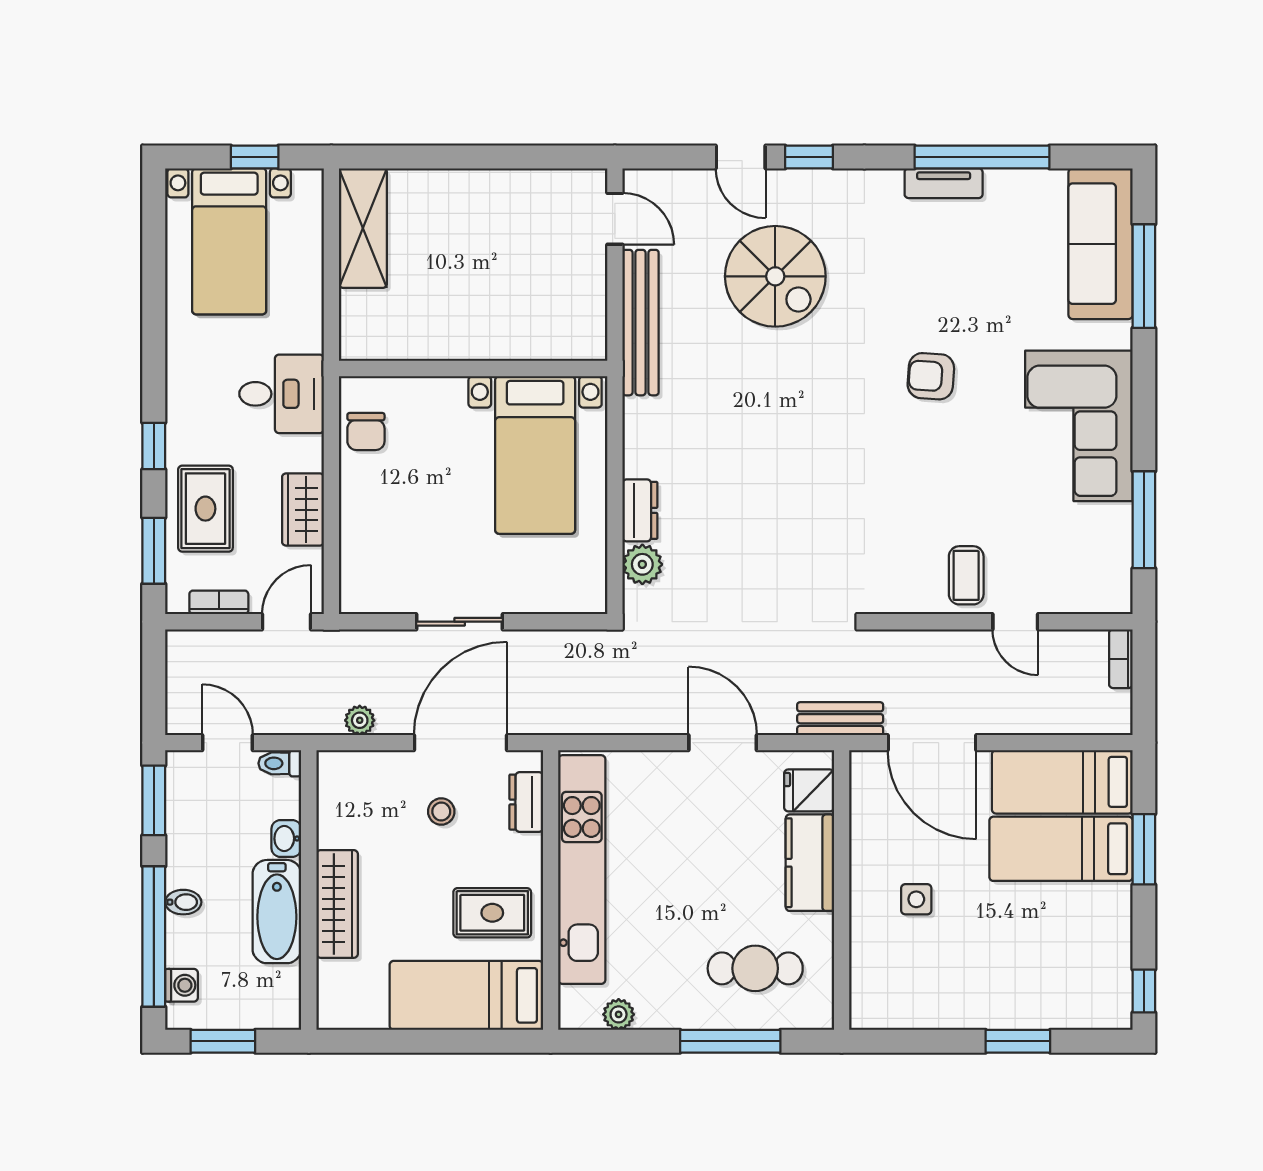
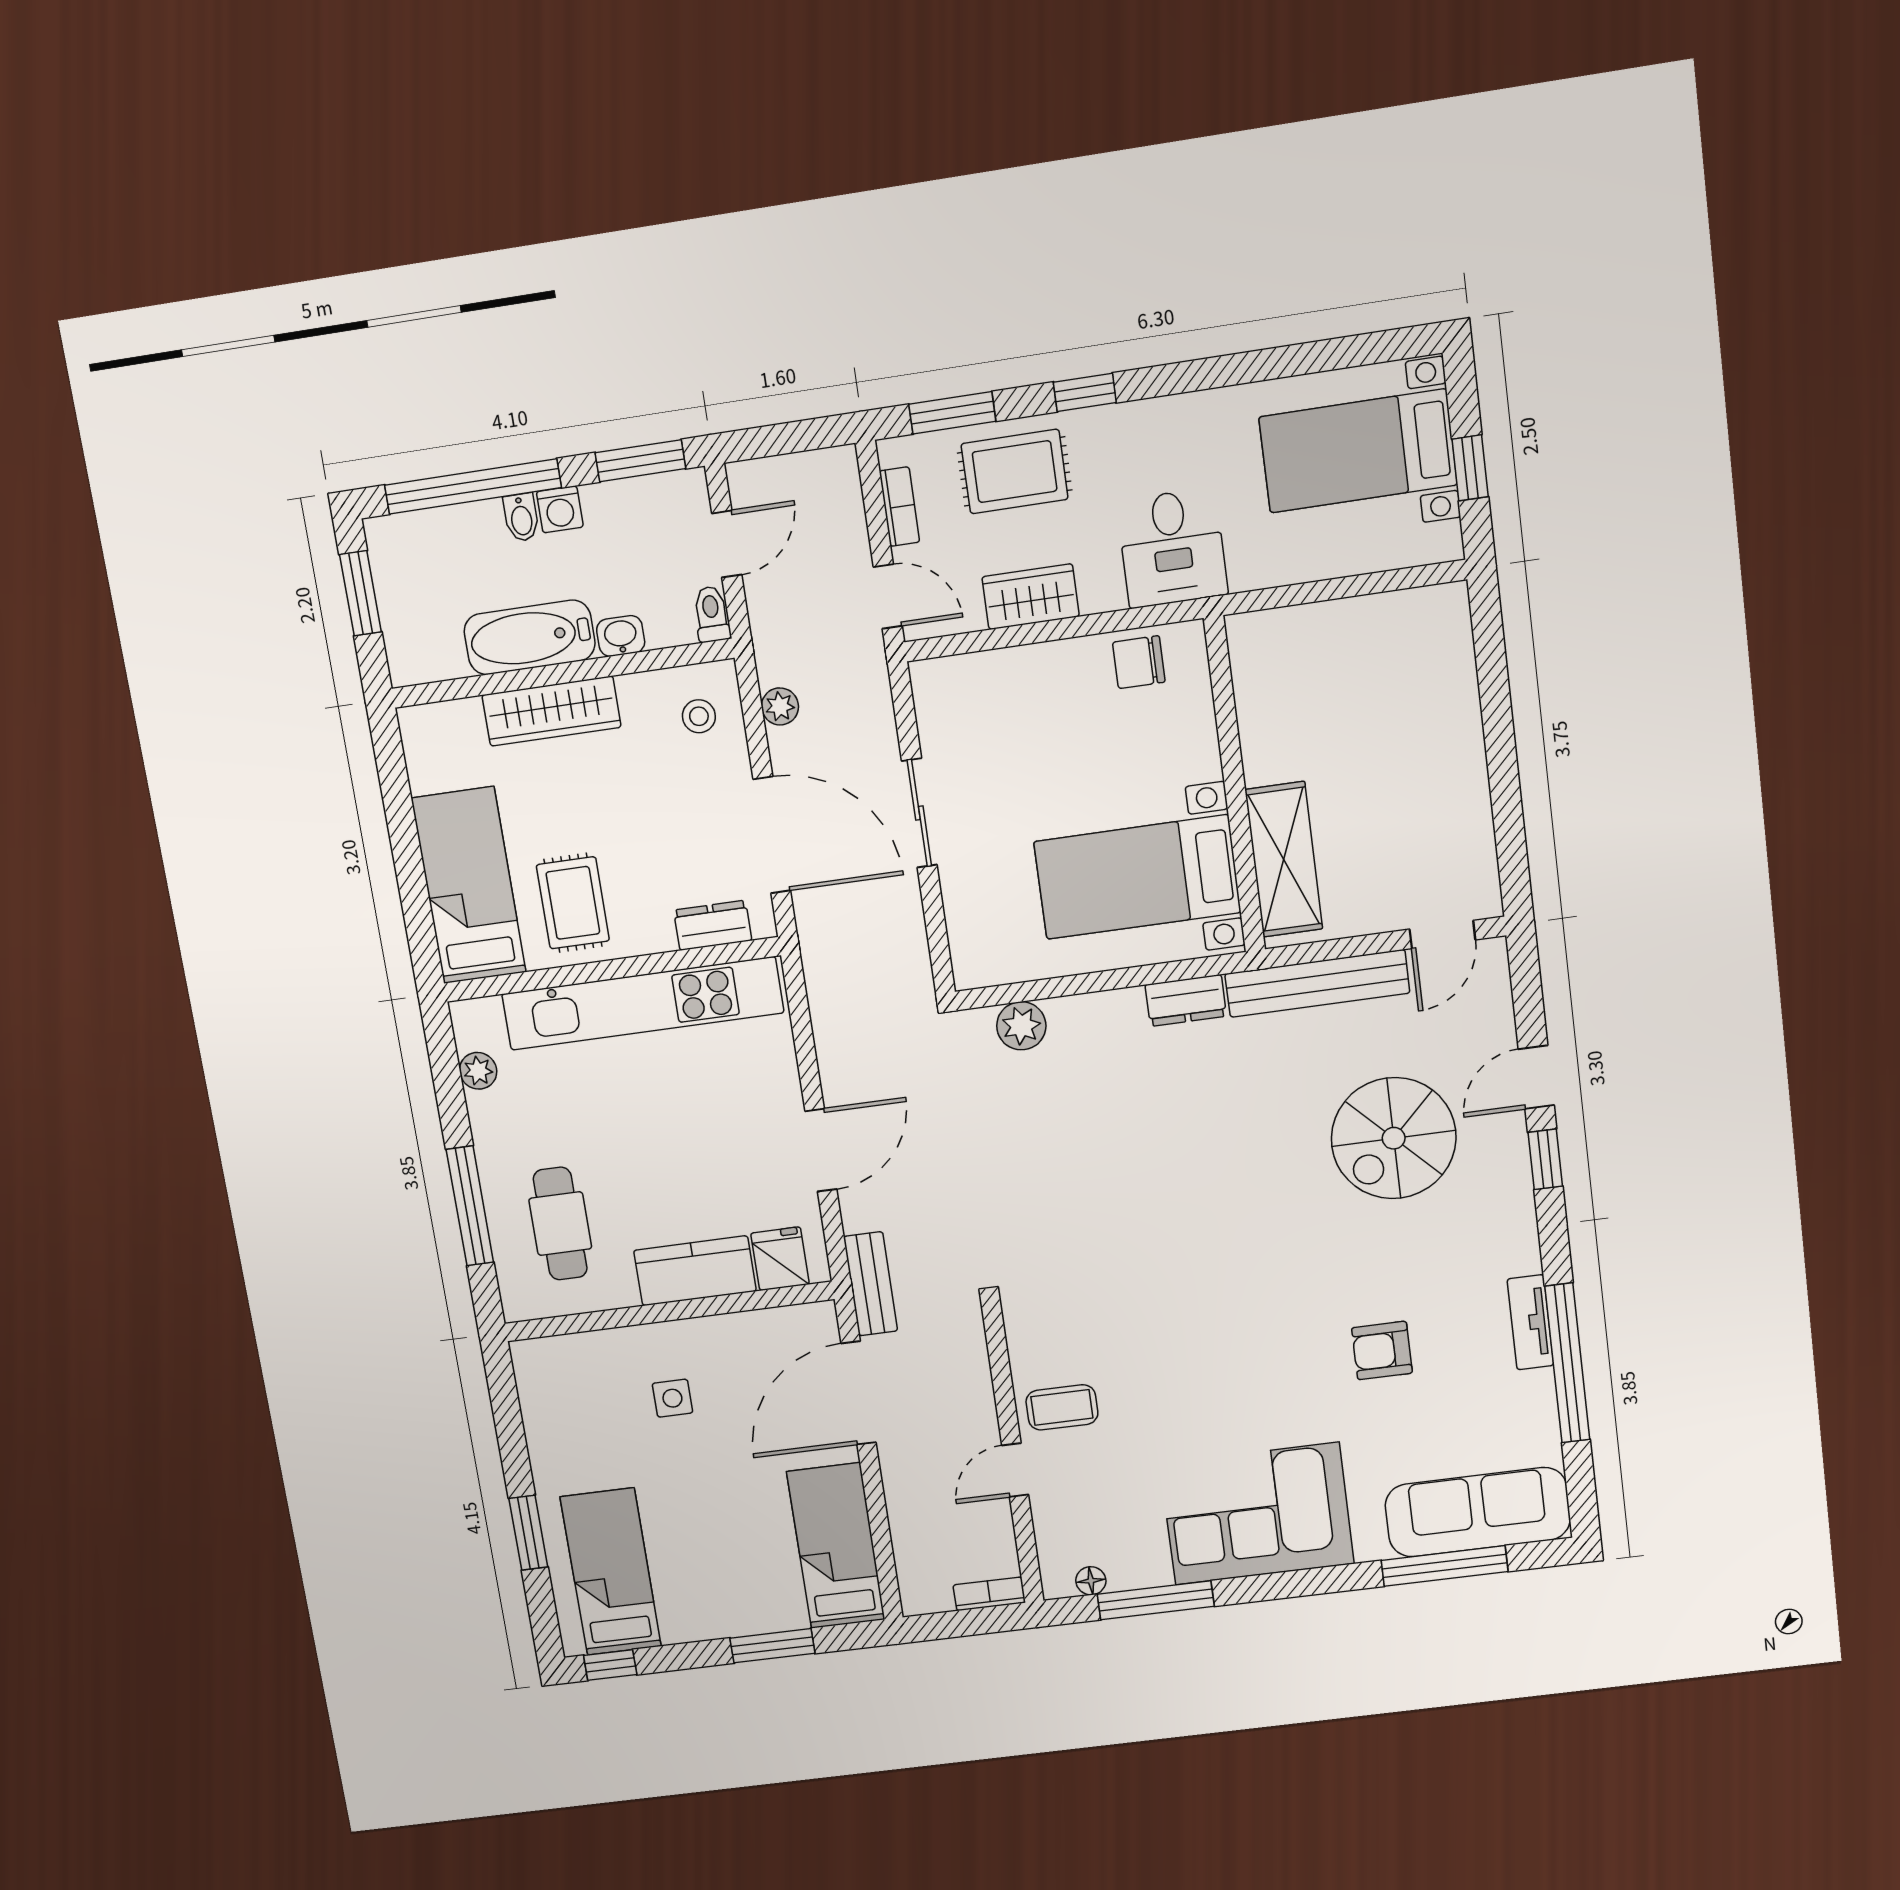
shelving: (363, 228) -> (1284, 859), moved, turned 90
armchair: (931, 376) -> (1382, 1351), moved, turned -94
dresser: (640, 510) -> (1186, 1000), moved
floor lamp: (1120, 572) -> (1091, 1581), added
stool: (441, 812) -> (699, 716), moved
bed: (1061, 849) -> (611, 1572), moved
washing machine: (182, 985) -> (560, 509), moved

